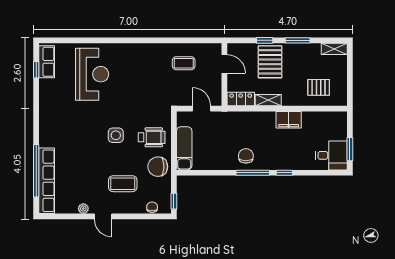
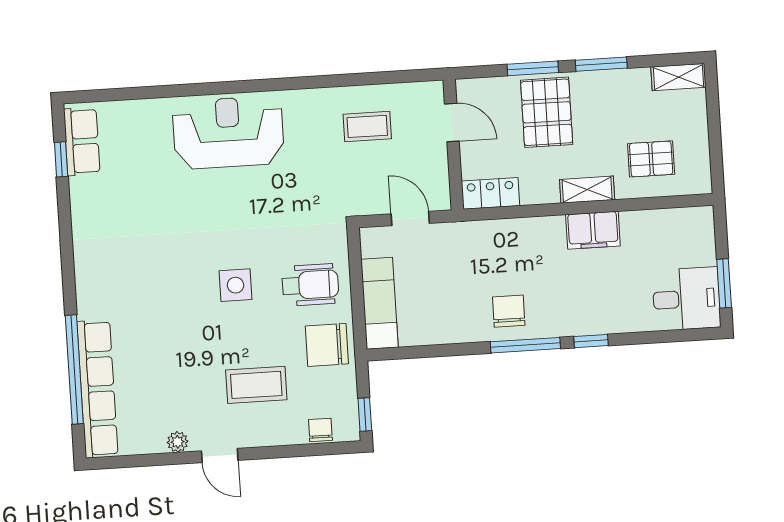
window: (265, 40) -> (533, 68), width x1.50
reception desk: (92, 74) -> (228, 132), moved, turned -90
shelving: (268, 100) -> (587, 190), moved

